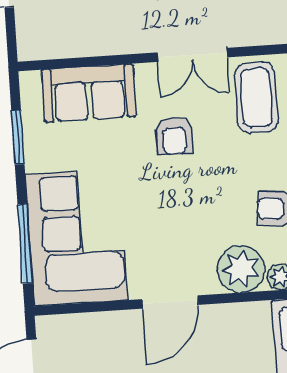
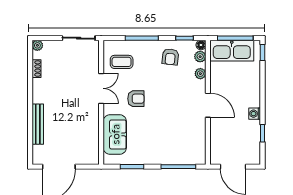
coffee table: (256, 98) -> (122, 62), width x0.73, depth x0.77
corner sofa: (77, 237) -> (177, 144), removed
plant: (241, 269) -> (200, 74), width x0.53, depth x0.53

